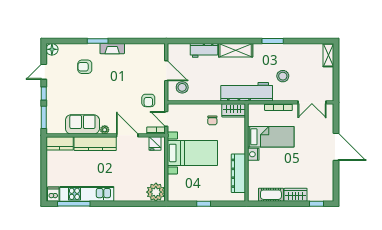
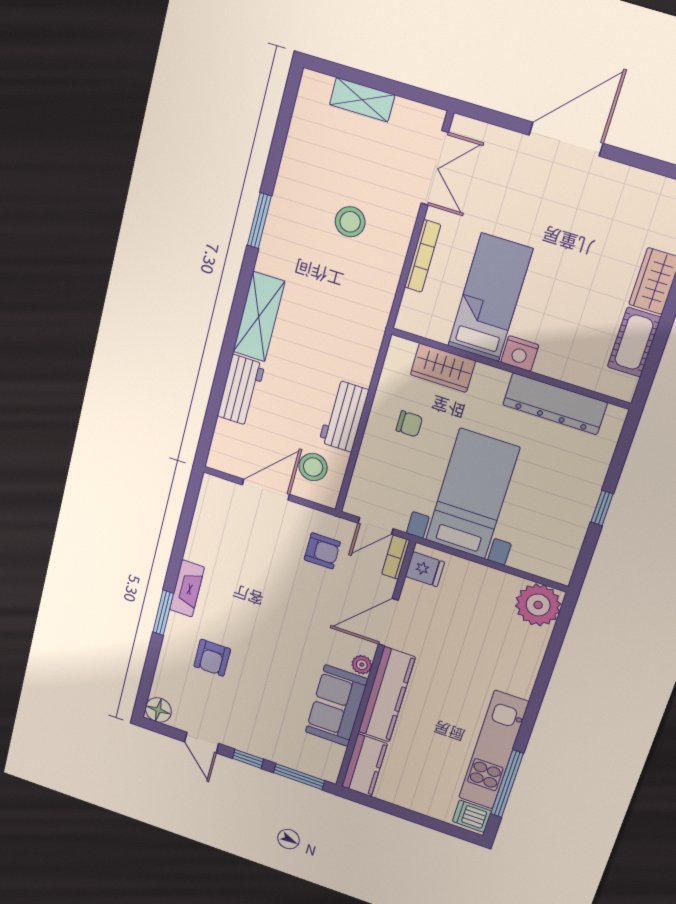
shelving: (328, 55) -> (362, 100), moved
workbench: (247, 92) -> (344, 416), moved, width x0.53, depth x0.76
wardrobe: (234, 110) -> (443, 368), moved, turned 90

